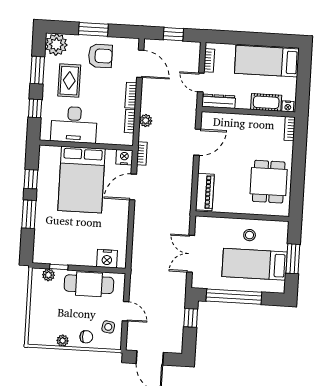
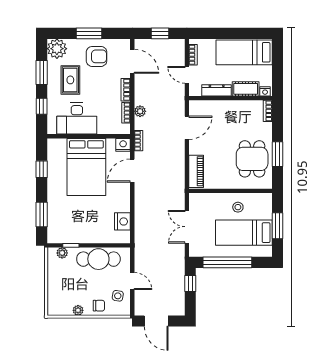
dresser: (219, 101) -> (217, 90), moved
window: (298, 178) -> (277, 154), added
window: (29, 214) -> (42, 215), moved
nightstand: (107, 259) -> (122, 221), moved, turned -90

